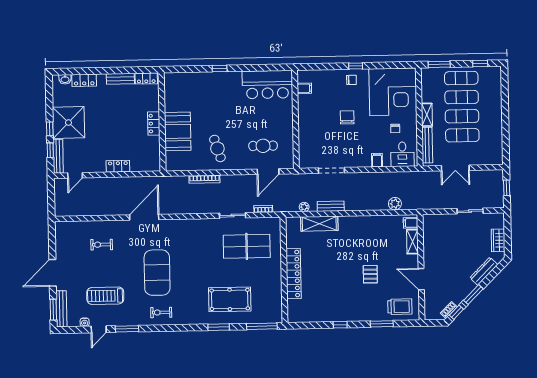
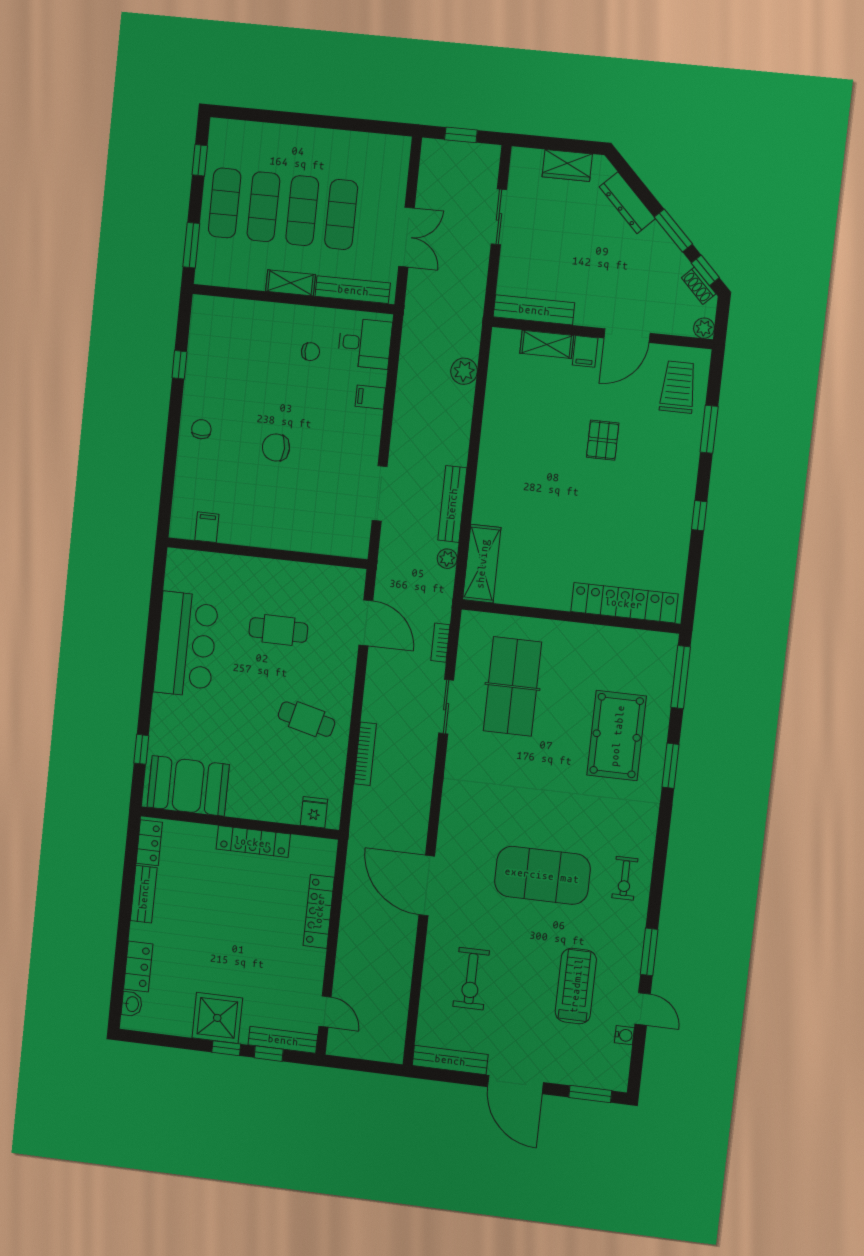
window: (356, 66) -> (179, 365), moved
window: (220, 69) -> (141, 749), moved
bar counter: (267, 85) -> (186, 644), moved
corner desk: (393, 92) -> (235, 347), removed
shower: (68, 123) -> (217, 1018), width x0.73, depth x0.73
locker: (154, 124) -> (253, 842), width x1.53
booth: (178, 131) -> (188, 786), moved
cafe table: (263, 146) -> (278, 630), moved, turned 90
cafe table: (217, 148) -> (307, 719), turned 32
fridge: (172, 158) -> (314, 812), added
locker: (118, 166) -> (319, 911), width x1.53
bench: (331, 206) -> (452, 504), width x1.36
filing cabinet: (411, 223) -> (585, 351), moved
shelving: (319, 224) -> (482, 564), moved
bench: (428, 233) -> (534, 310), added
exercise bike: (102, 245) -> (471, 979), width x1.38, depth x1.39
locker: (294, 274) -> (624, 603), moved
pallet: (370, 274) -> (603, 440), turned 90
treadmill: (105, 296) -> (576, 986), turned 180
bench: (61, 309) -> (450, 1060), moved
plant: (429, 315) -> (704, 328), added

